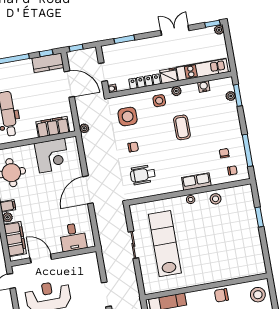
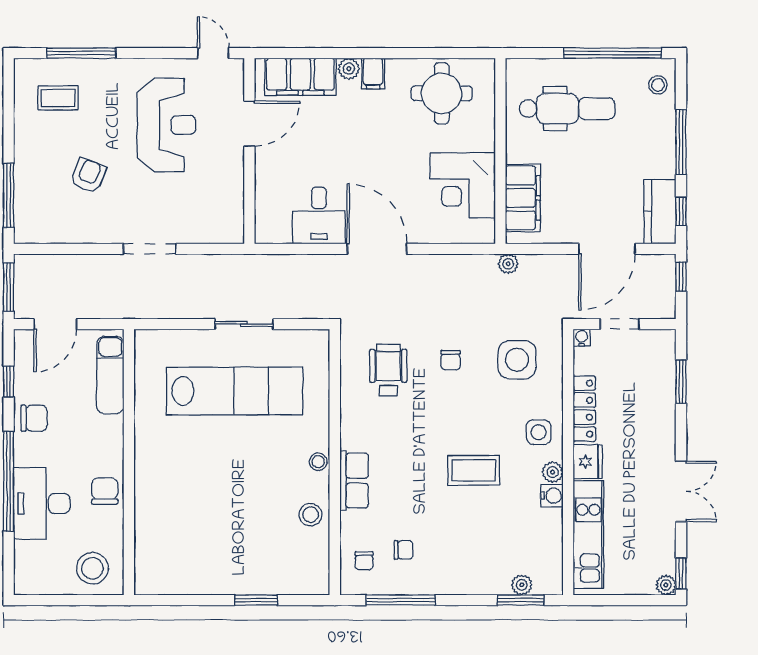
water cooler: (204, 86) -> (552, 496), moved
desk: (73, 237) -> (319, 215), moved, turned -90

